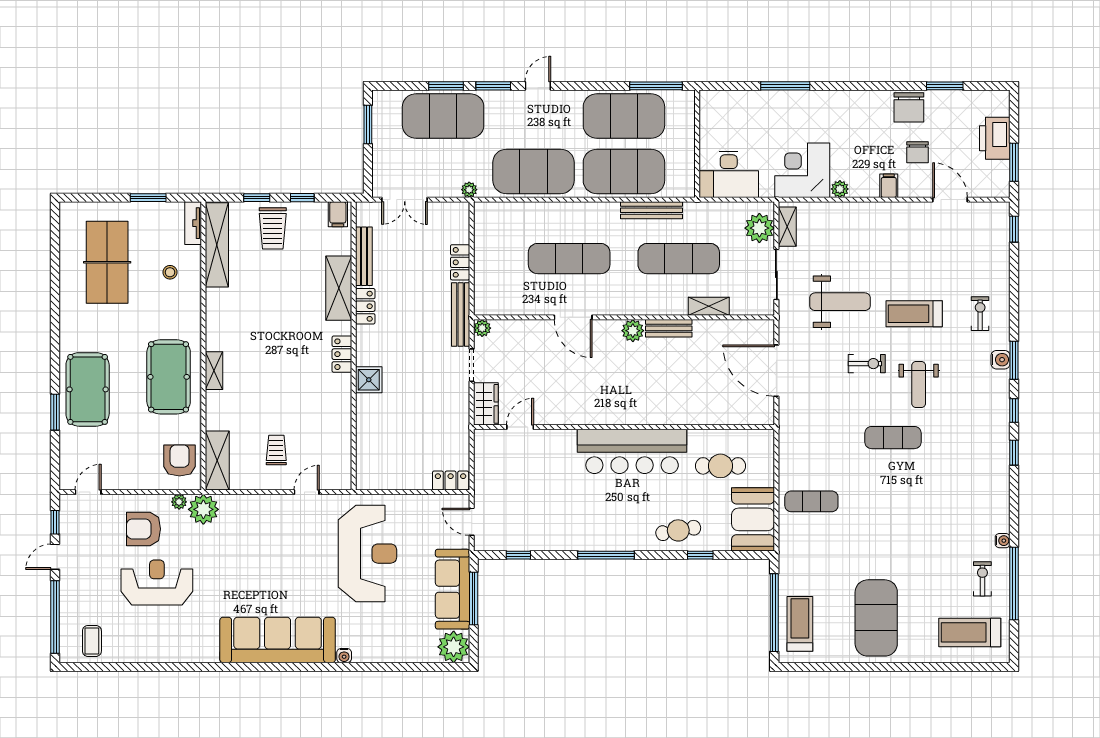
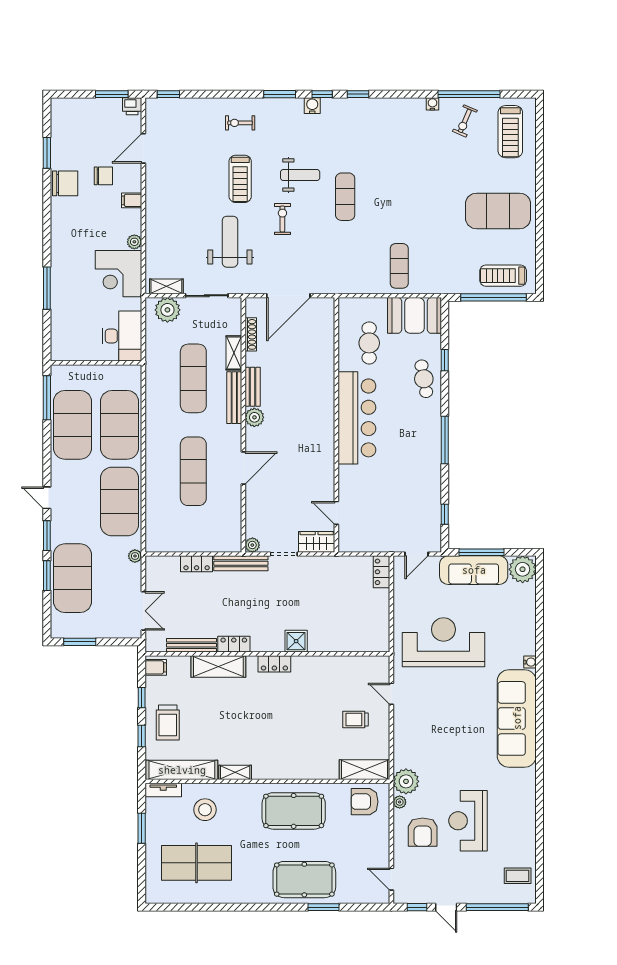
printer: (995, 138) -> (132, 106), moved, width x0.53, depth x0.68
bench: (651, 210) -> (234, 398), moved
trolley: (273, 228) -> (168, 723), turned 90
stool: (170, 272) -> (205, 810), width x1.89, depth x1.89
shoe rack: (731, 326) -> (251, 334), added
water cooler: (1001, 360) -> (312, 106), moved
shelving: (214, 371) -> (235, 772), moved
exercise bike: (982, 579) -> (465, 121), turned -67

